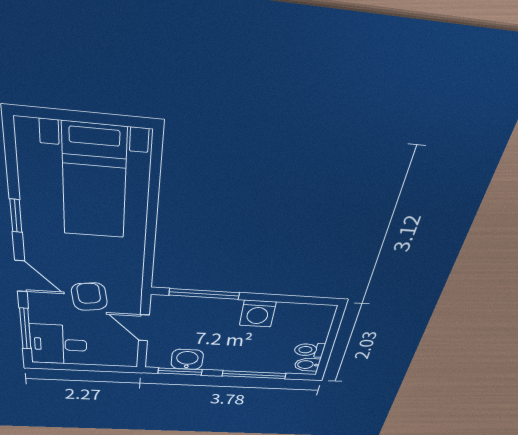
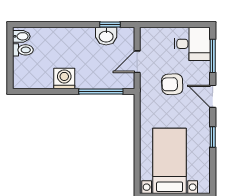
armchair: (89, 297) -> (172, 84), turned 96
door: (144, 328) -> (137, 62), swing flipped
window: (180, 371) -> (110, 25), width x0.67
window: (254, 375) -> (57, 25), removed

